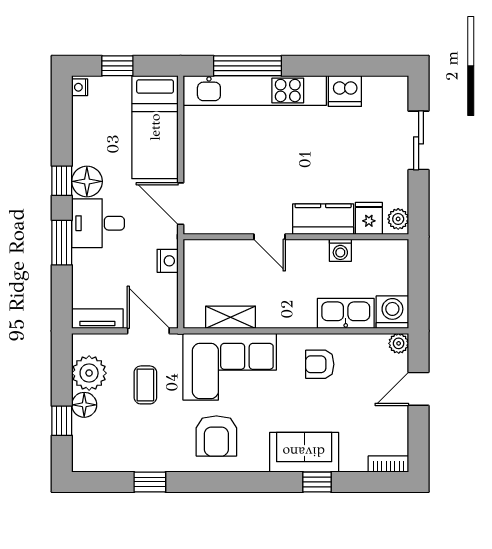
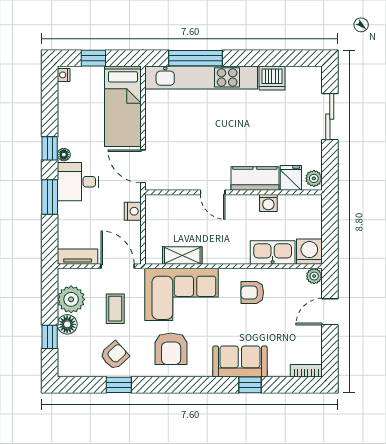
floor lamp: (87, 181) -> (64, 155), width x0.53, depth x0.53
armchair: (144, 444) -> (114, 355), added

